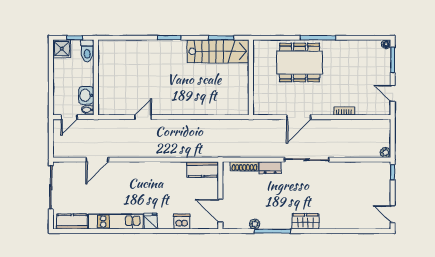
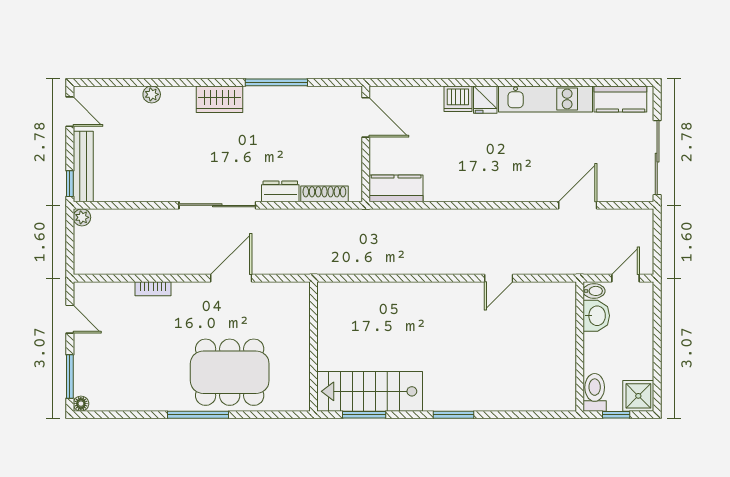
bench: (385, 182) -> (83, 166), added
dishwasher: (182, 222) -> (458, 99), moved
plant: (255, 224) -> (152, 94), moved

